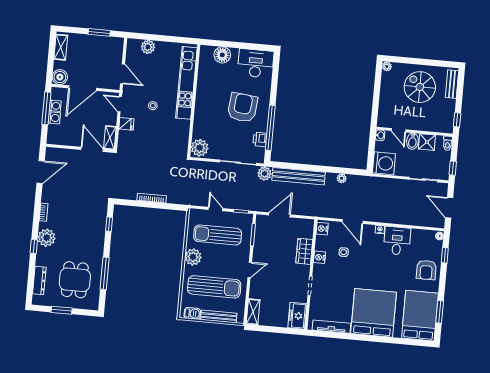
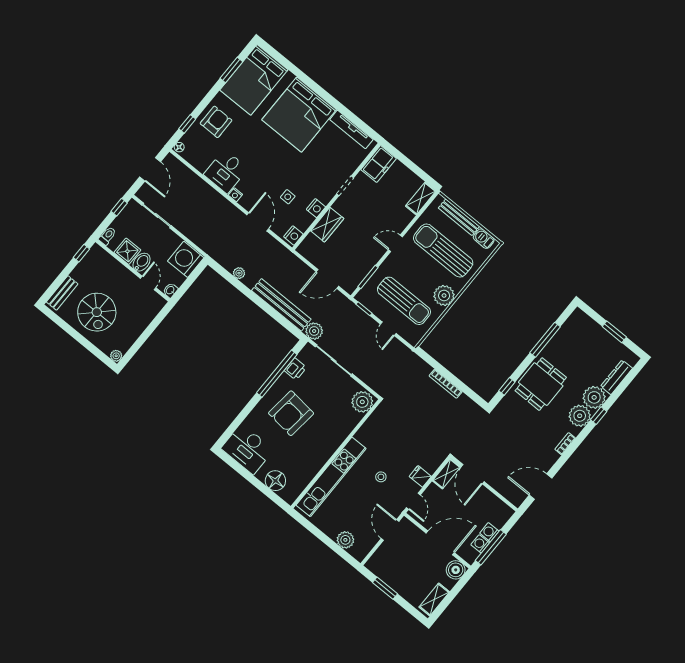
plant: (45, 257) -> (594, 397), added
dining table: (75, 280) -> (541, 384), moved

